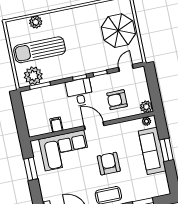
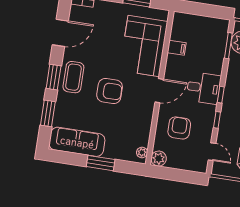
sofa: (152, 151) -> (77, 142), moved

